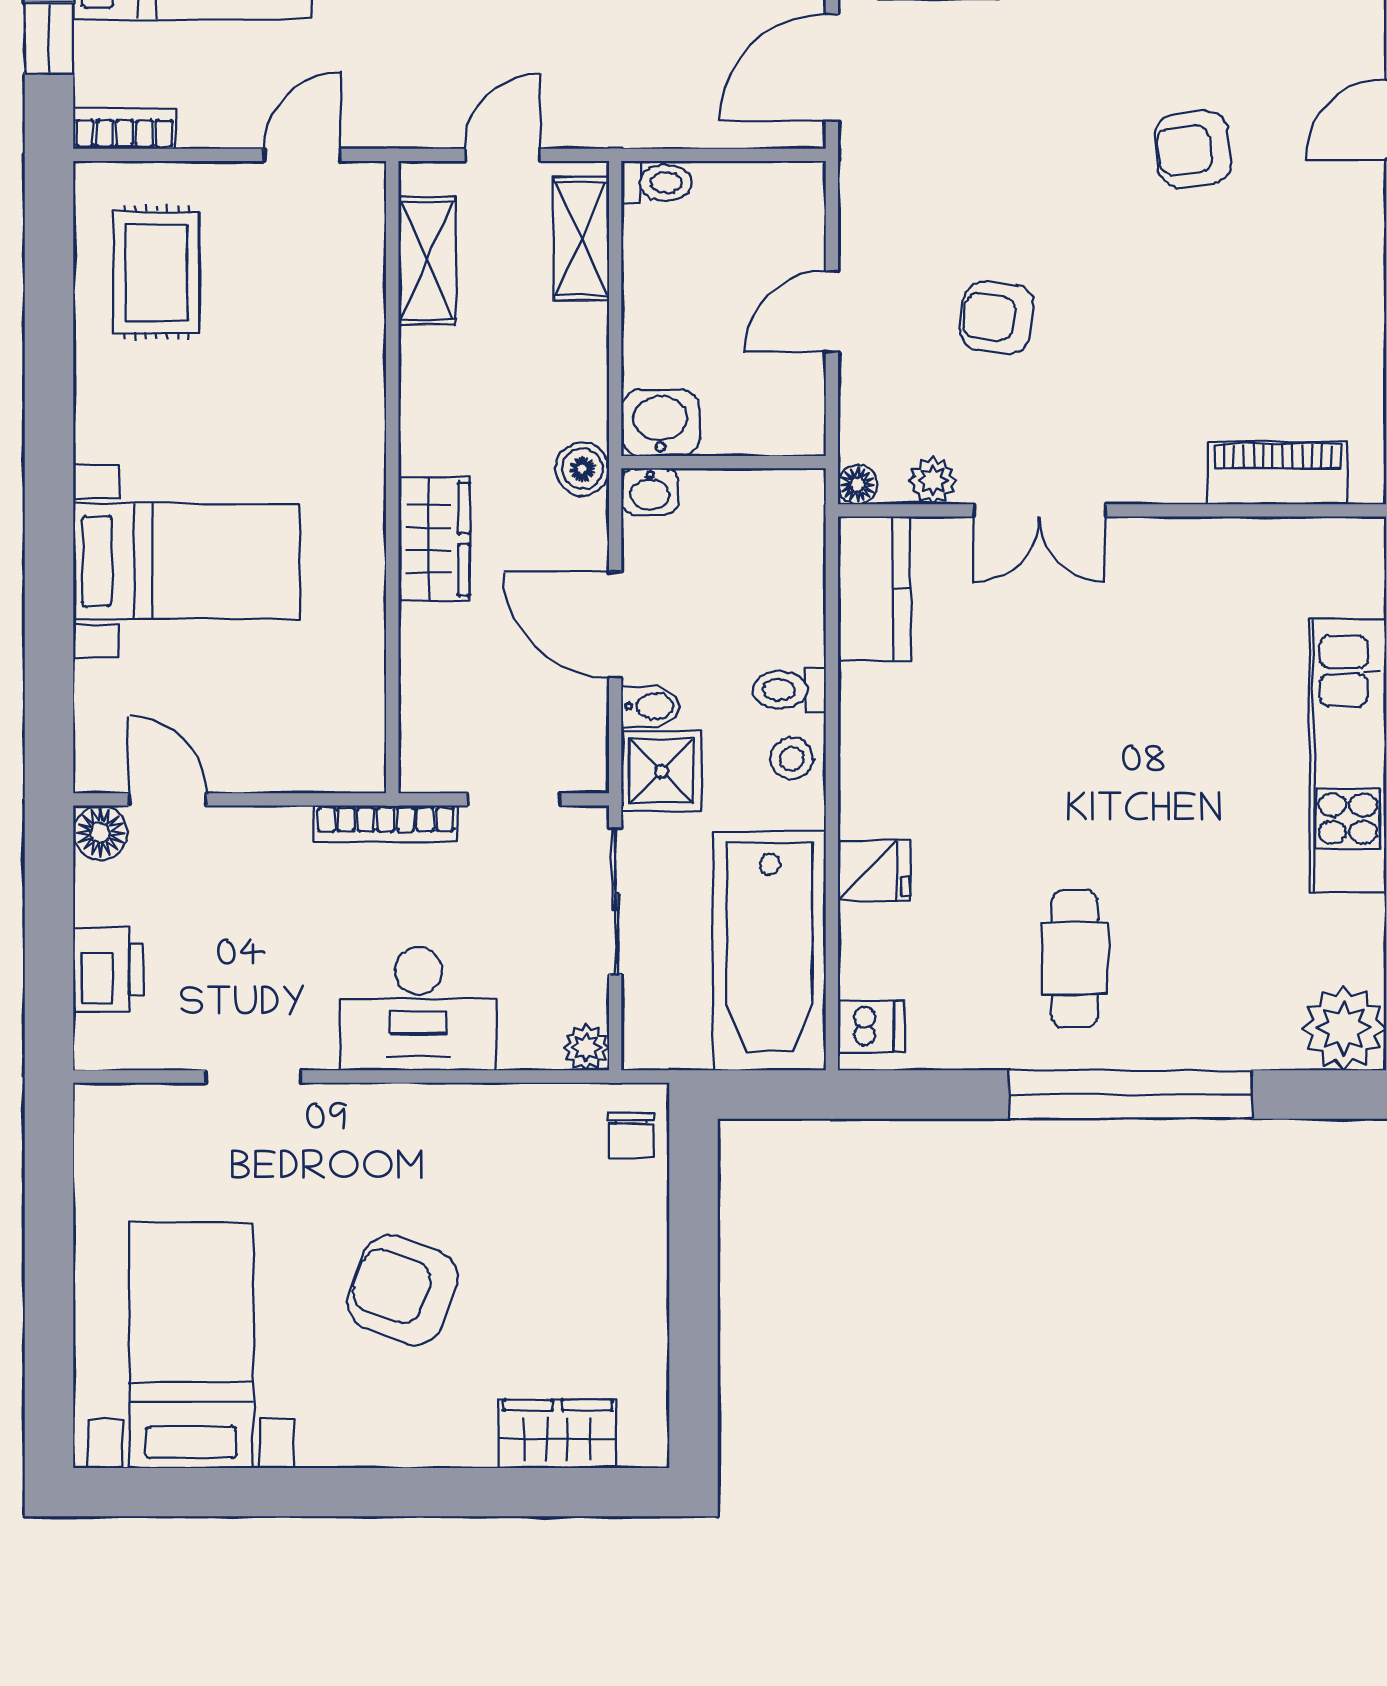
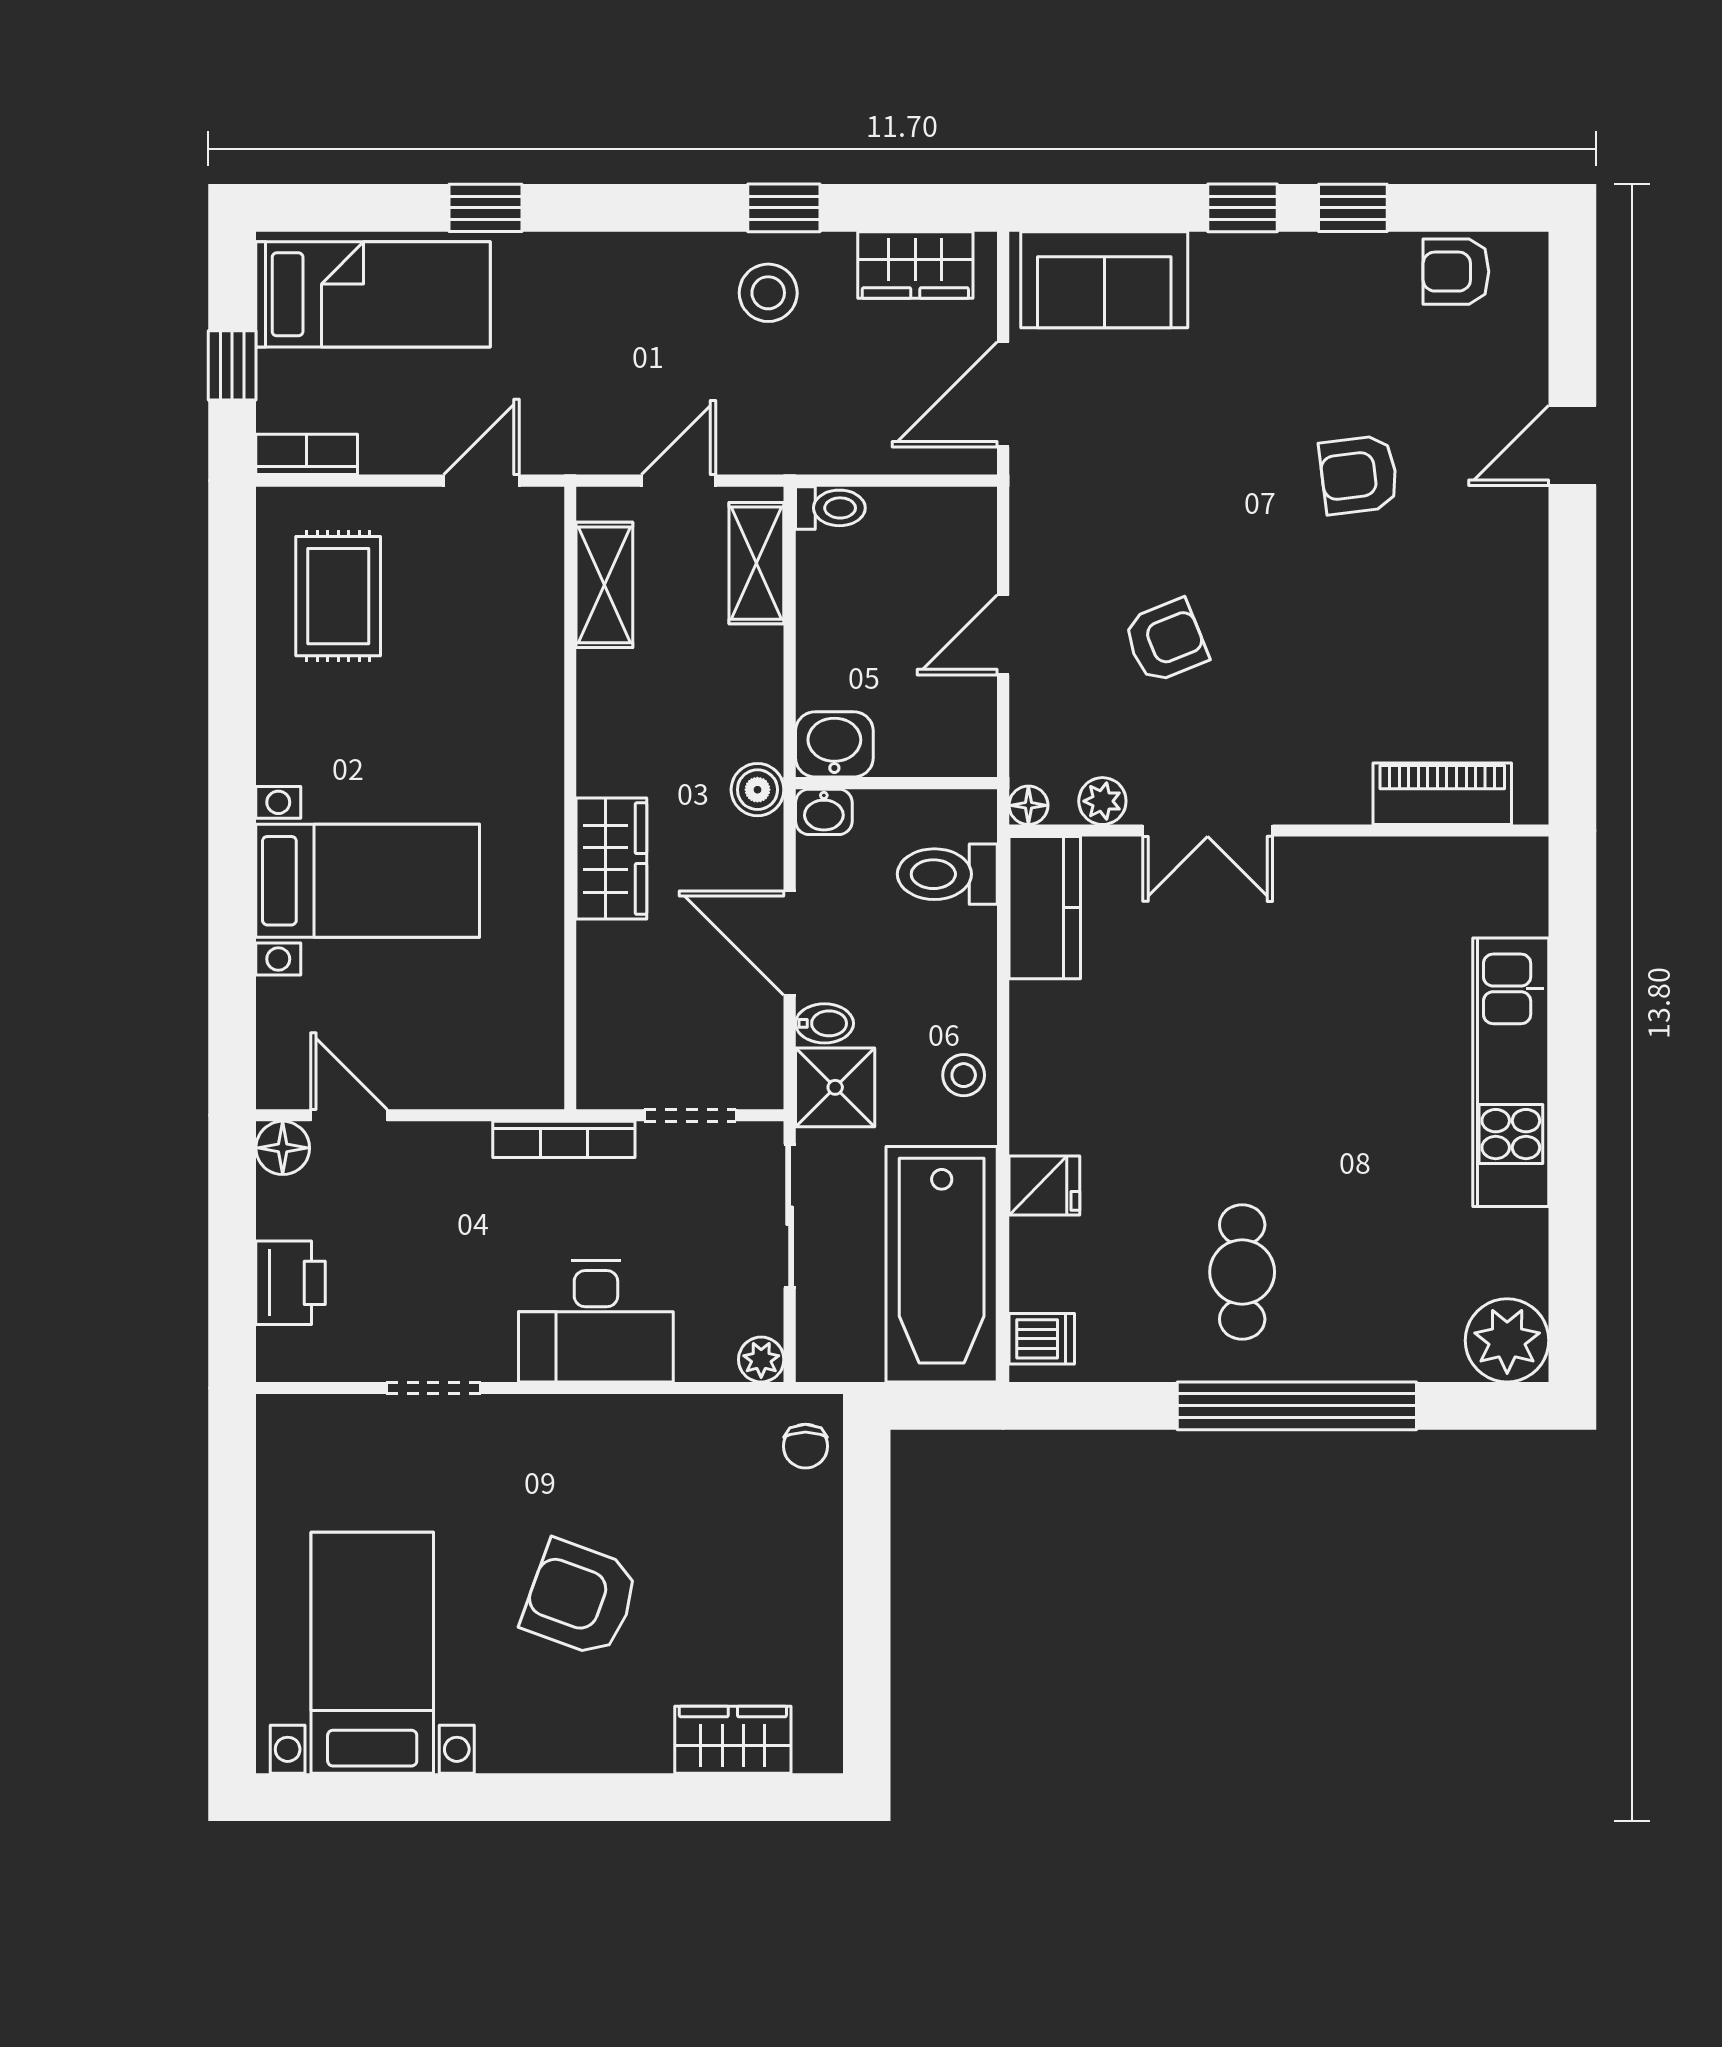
armchair: (997, 318) -> (1166, 641), turned 151
toilet: (789, 690) -> (947, 874), moved, width x1.37, depth x1.39

